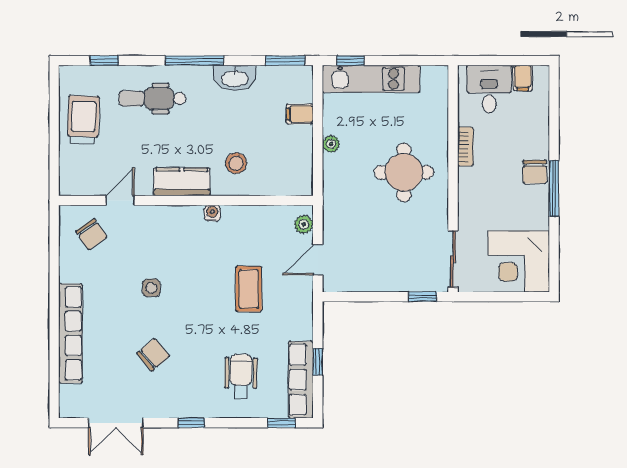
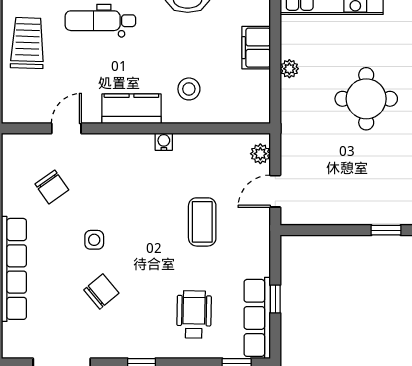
filing cabinet: (300, 114) -> (256, 48), width x2.00
chair: (91, 234) -> (52, 187), moved
side table: (151, 288) -> (94, 240), moved

